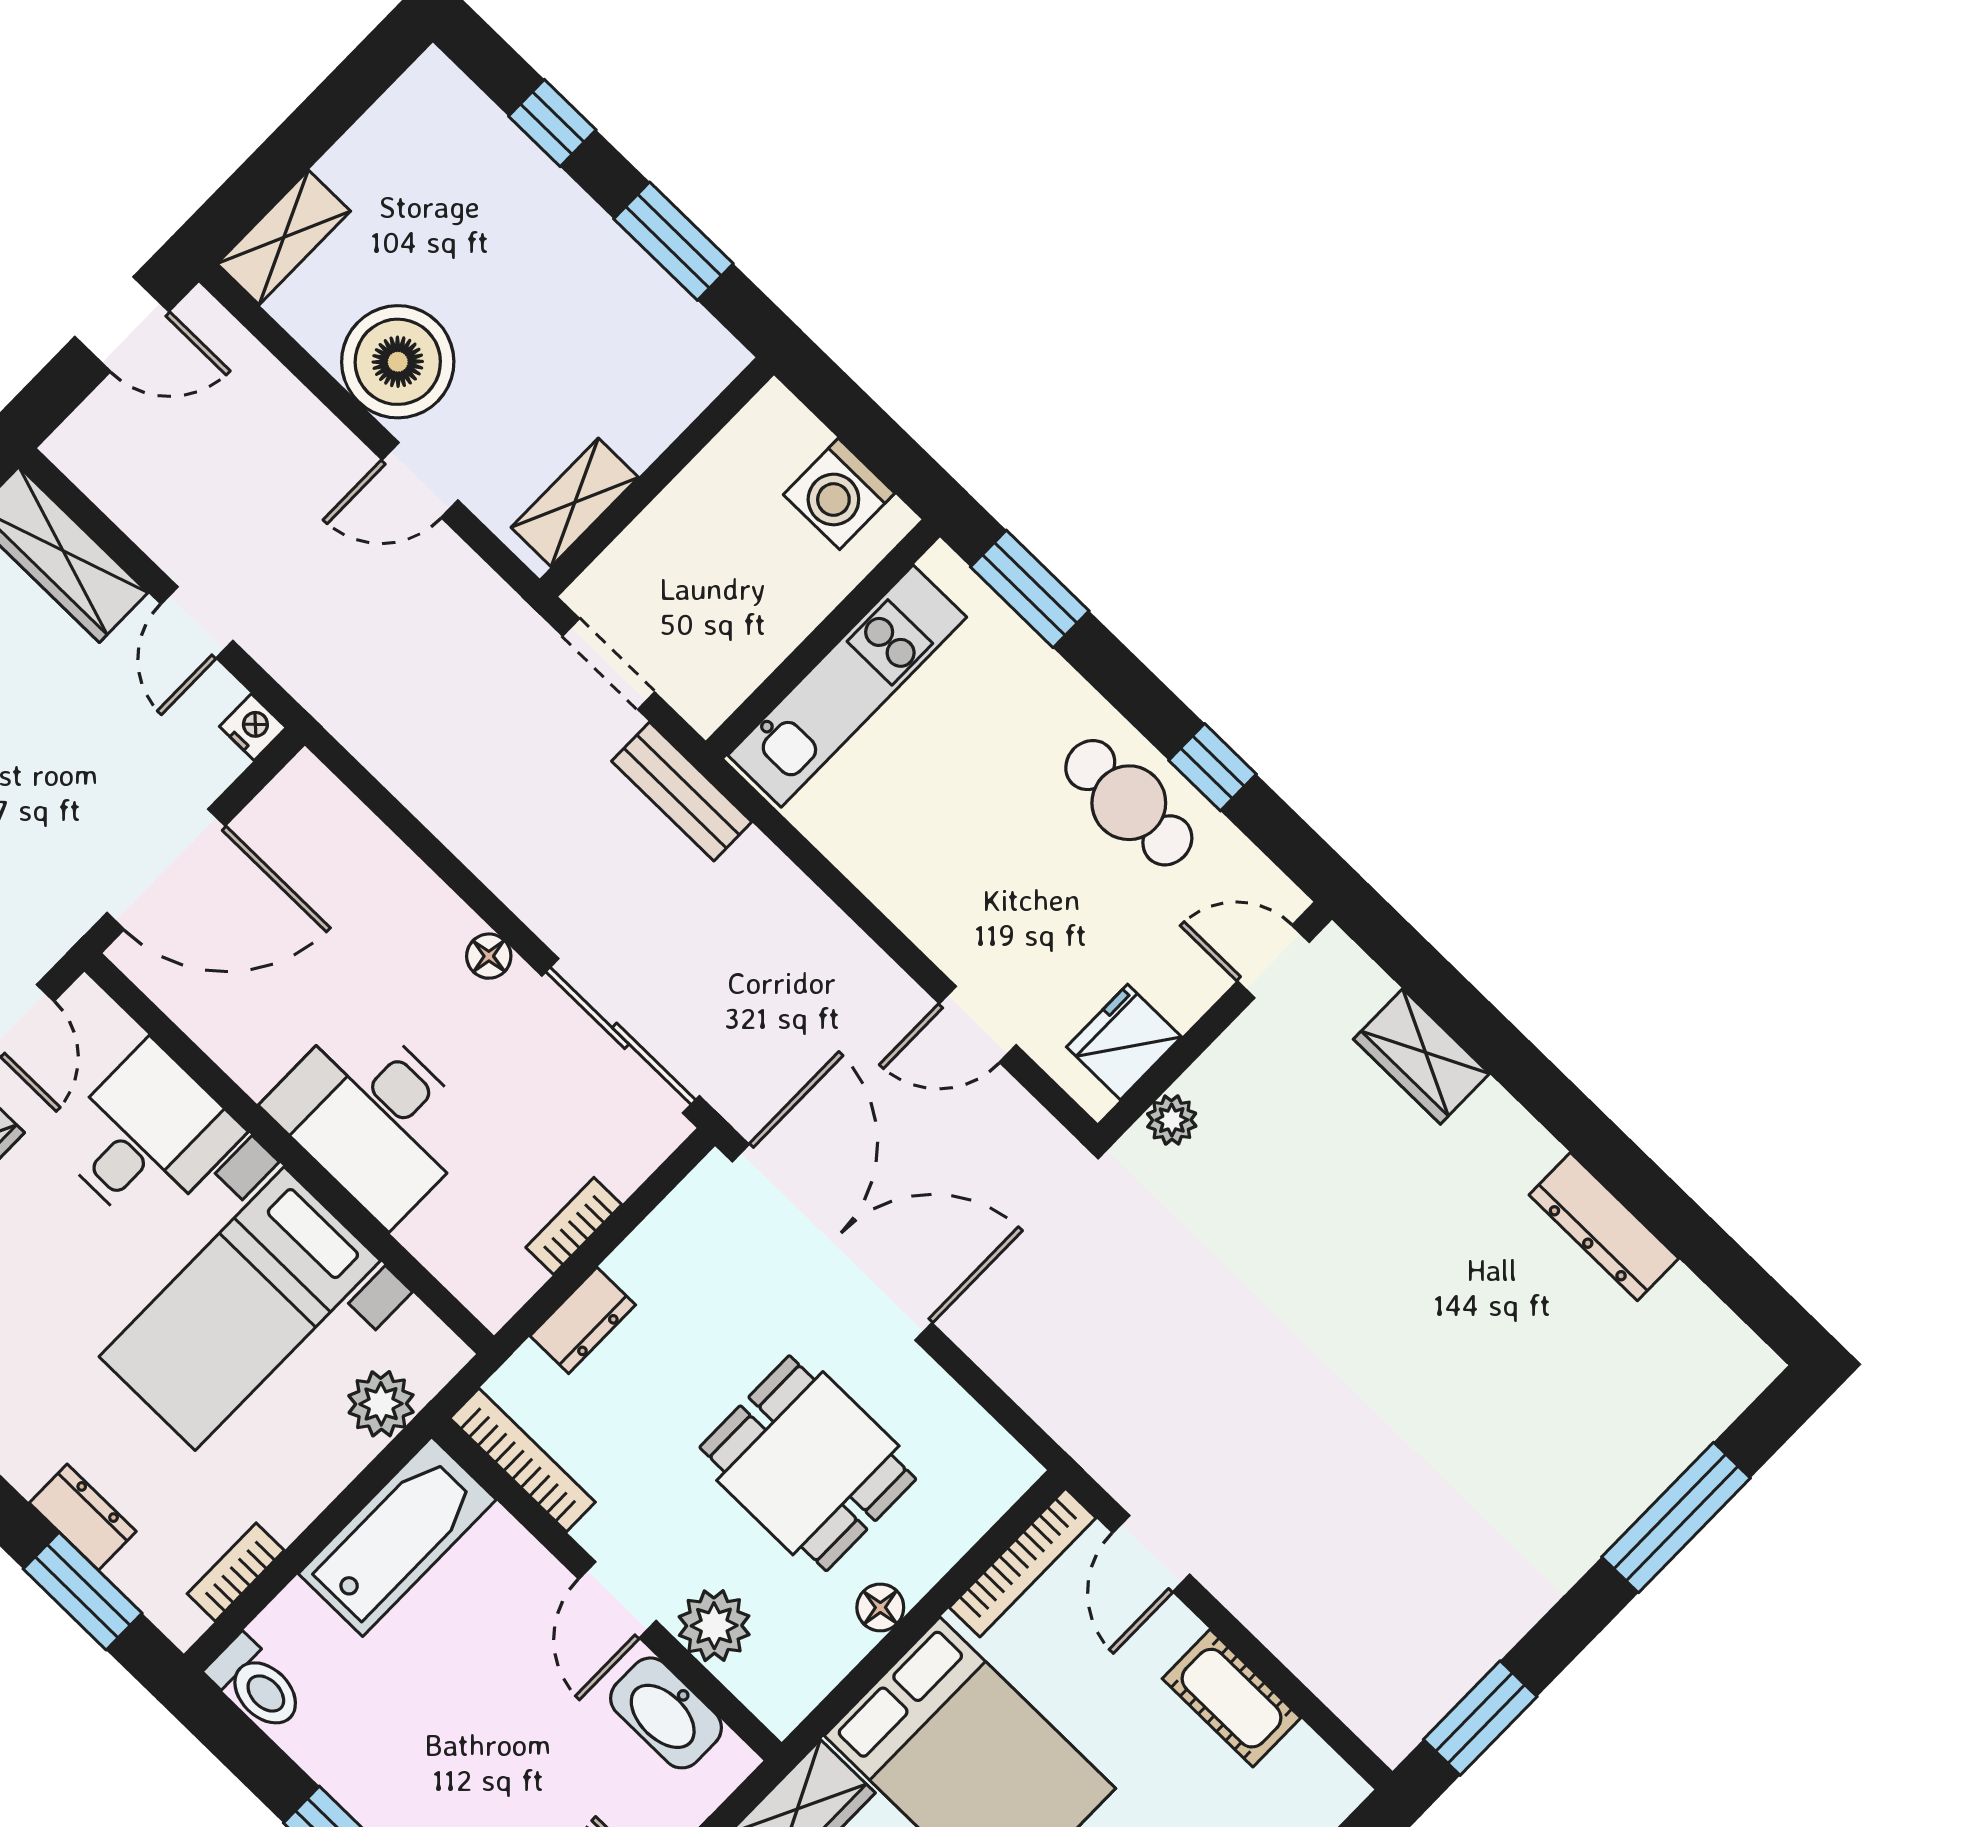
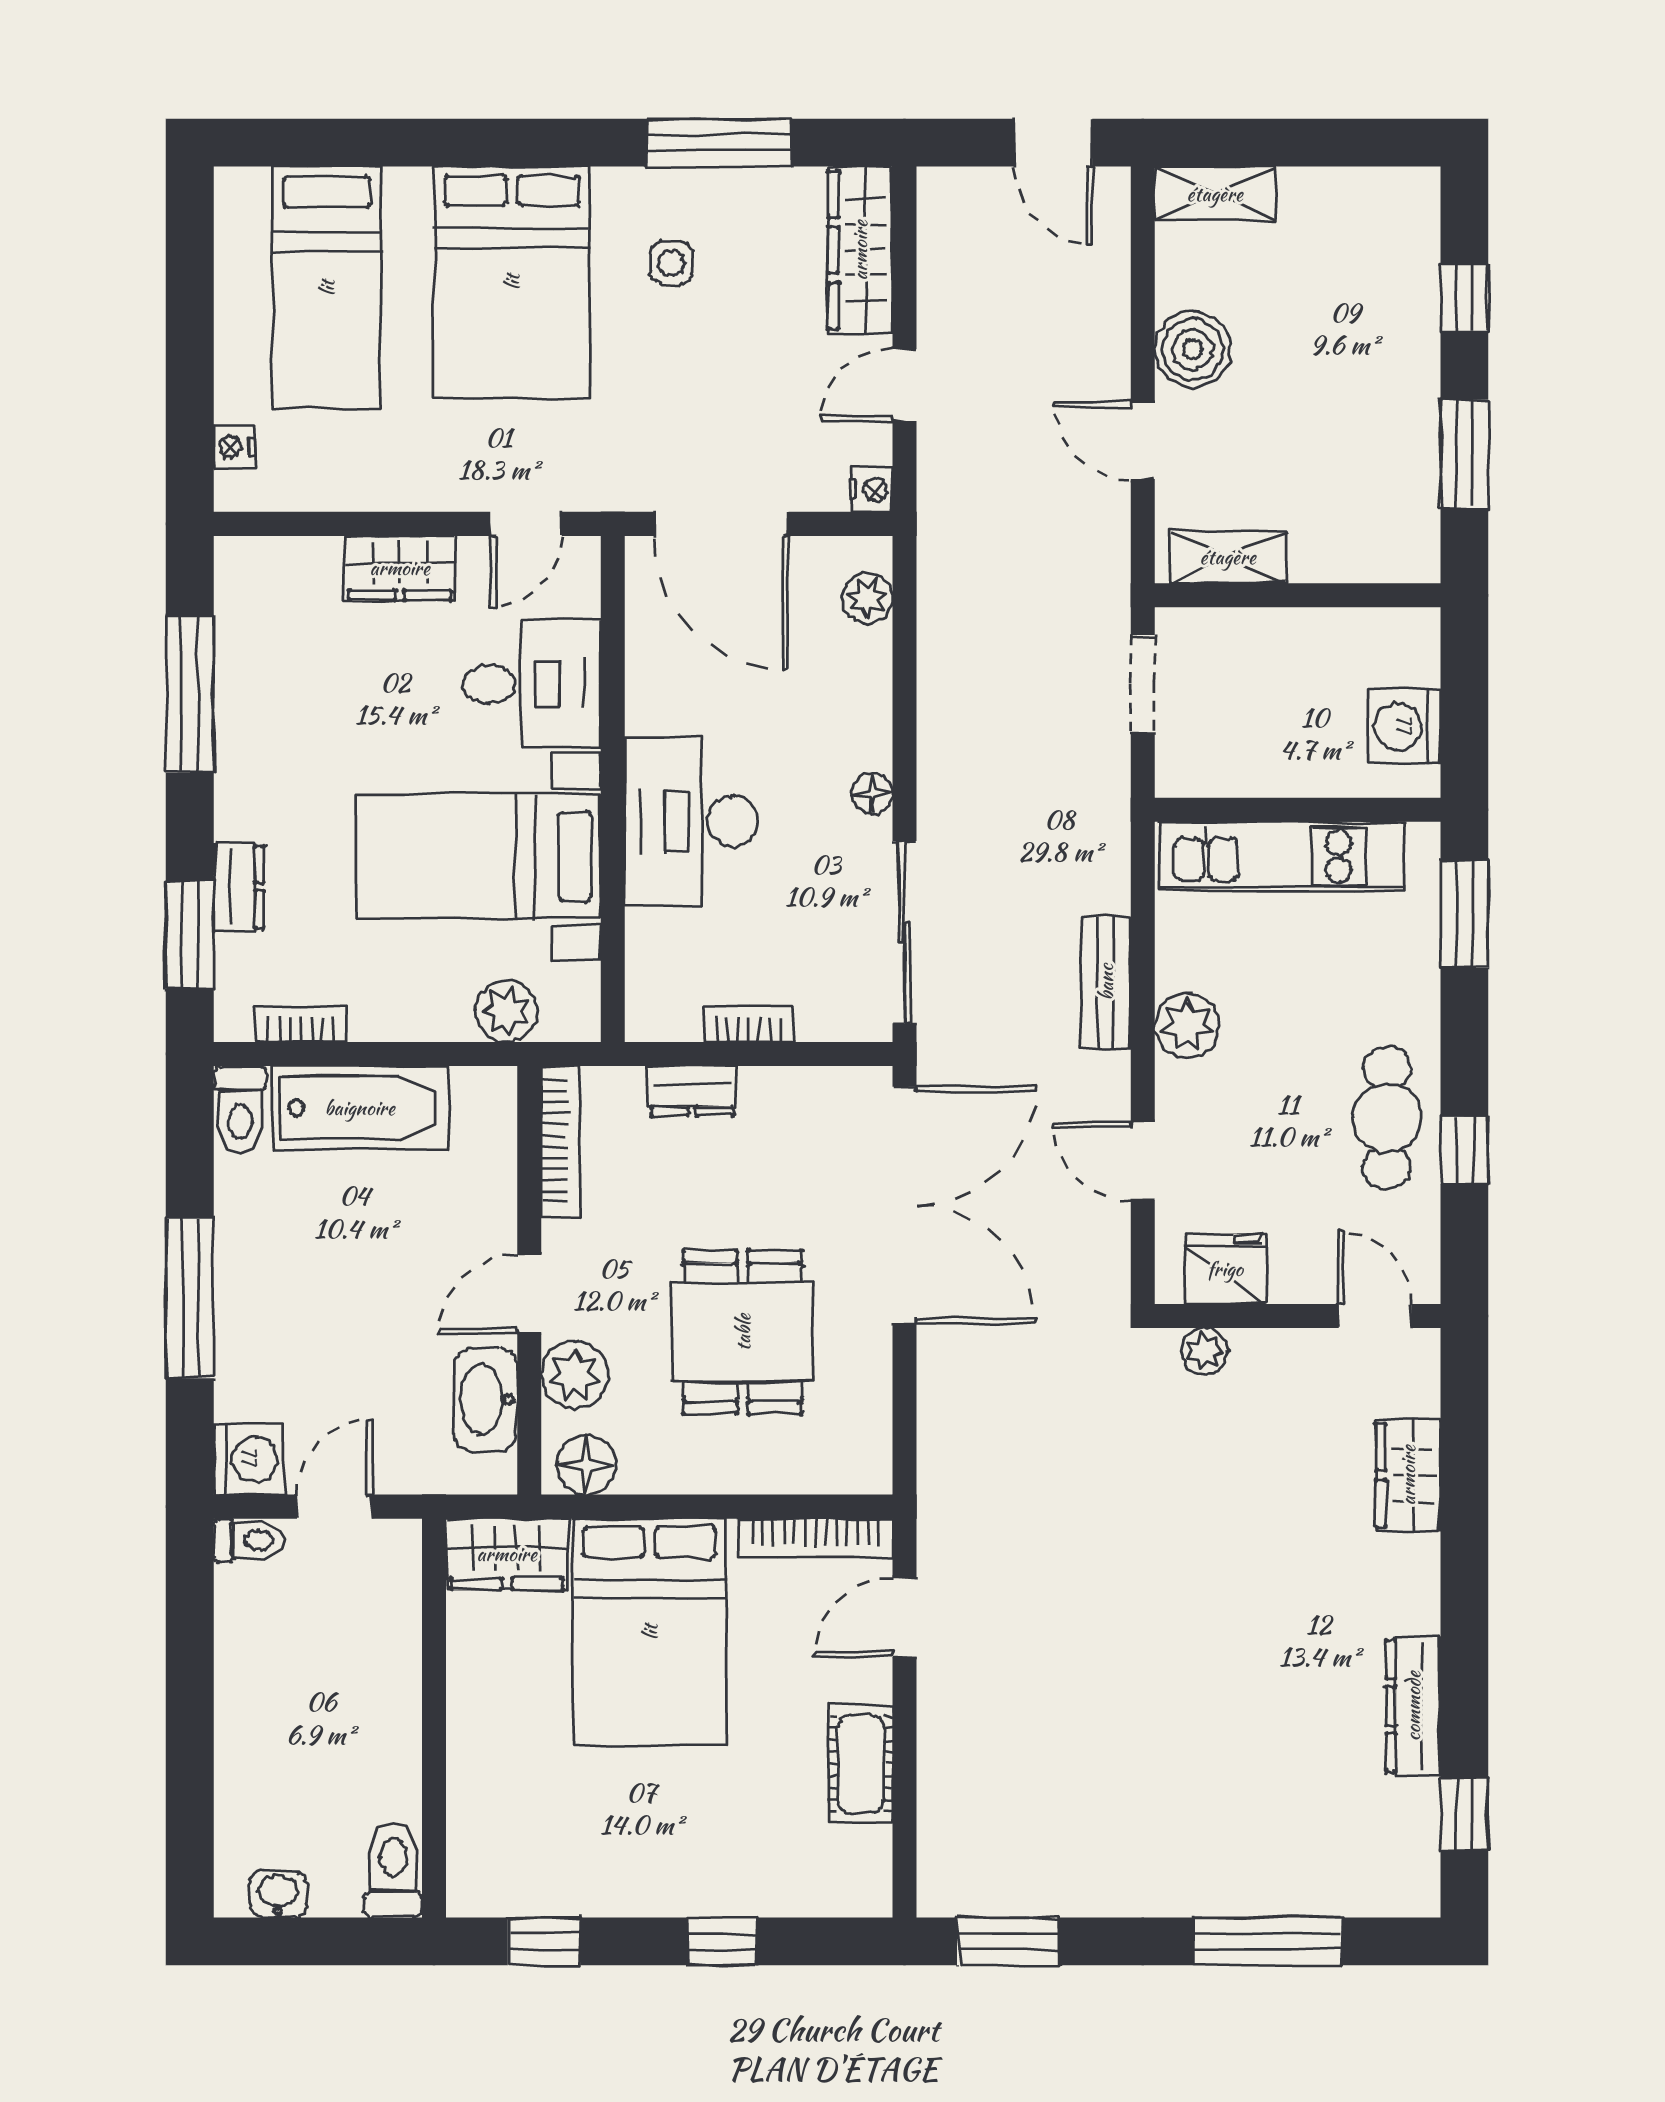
boiler: (398, 362) -> (1193, 349), width x0.73, depth x0.73
bench: (682, 791) -> (1106, 982), moved
plant: (334, 812) -> (867, 598), added
plant: (906, 888) -> (1187, 1025), added
window: (1726, 1268) -> (1464, 1814), added
bathtub: (397, 1537) -> (360, 1108), moved
floor lamp: (880, 1607) -> (586, 1465), moved, width x1.37, depth x1.37

